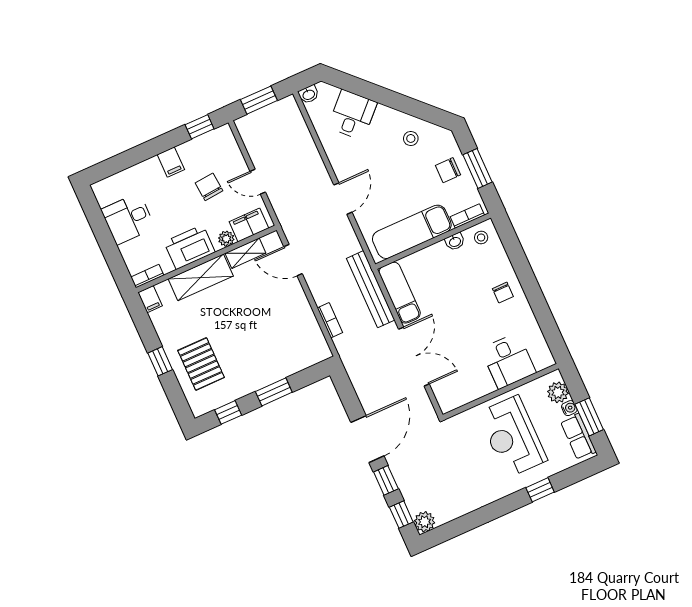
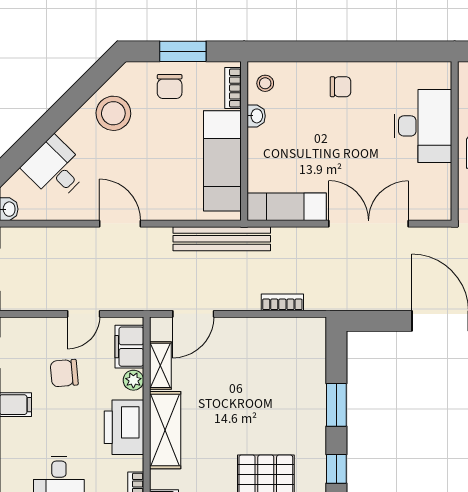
stool: (411, 138) -> (113, 113), width x1.89, depth x1.89
door: (343, 199) -> (120, 224), moved
bench: (371, 289) -> (222, 239), moved
desk: (508, 361) -> (423, 126), width x1.37

